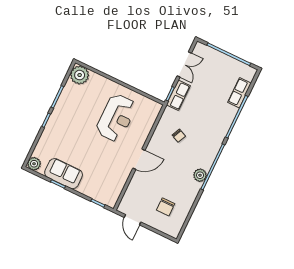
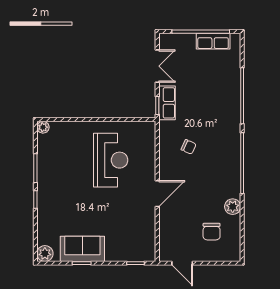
plant: (80, 75) -> (43, 127), width x0.53, depth x0.53
row of seats: (240, 93) -> (213, 41), moved, turned -90
plant: (200, 175) -> (233, 207), moved

